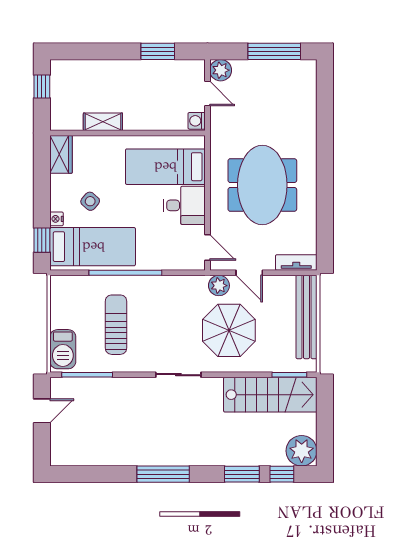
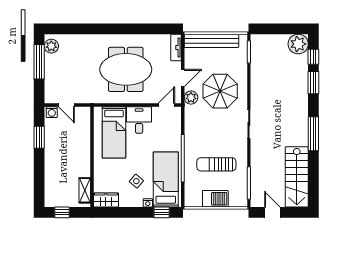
plant: (221, 70) -> (51, 46), moved
door: (207, 93) -> (66, 105), swing flipped
washing machine: (197, 121) -> (52, 112), moved
shelving: (103, 122) -> (85, 190), moved
barbecue: (63, 349) -> (215, 199), moved
stairs: (270, 395) -> (297, 177), moved, turned 180

